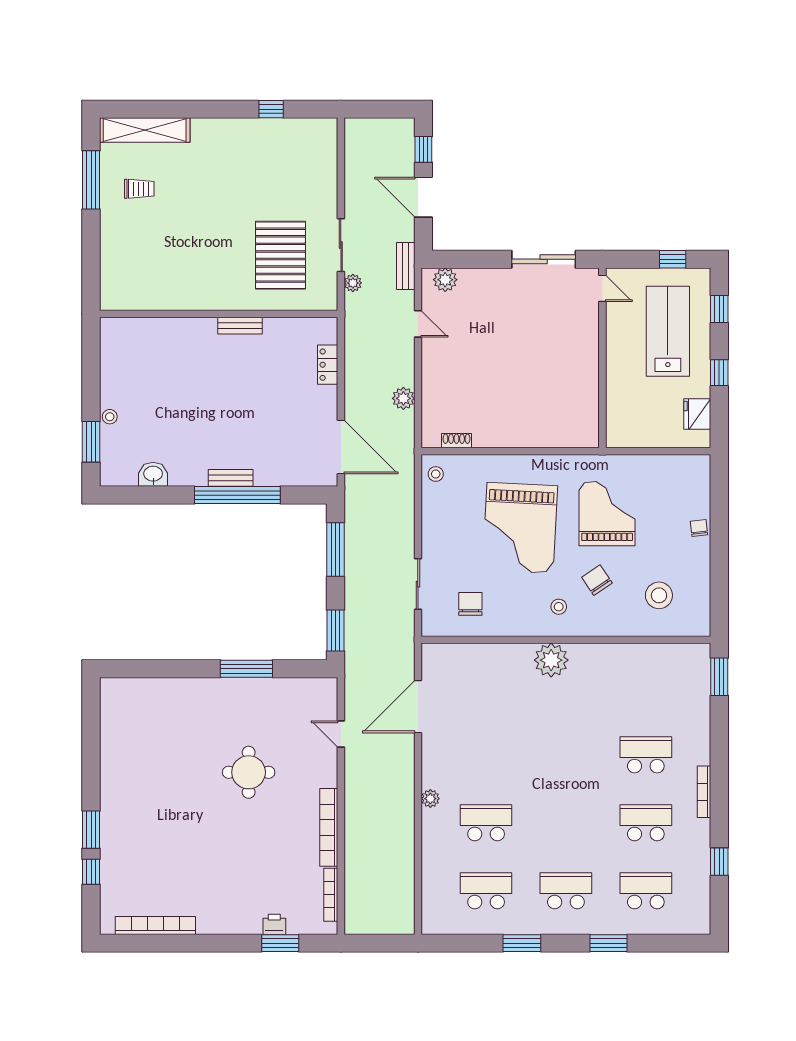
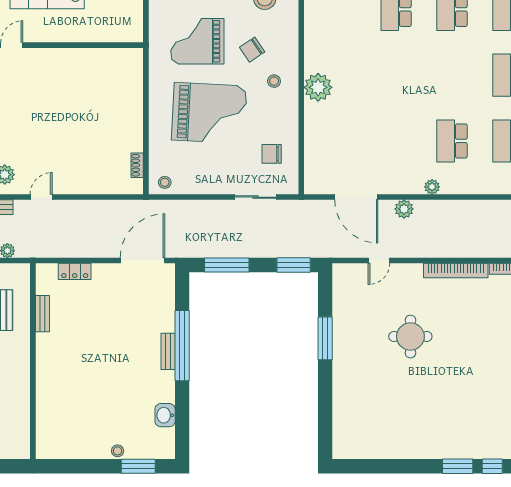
bench: (240, 326) -> (42, 314), moved
plant: (403, 398) -> (404, 209), moved

